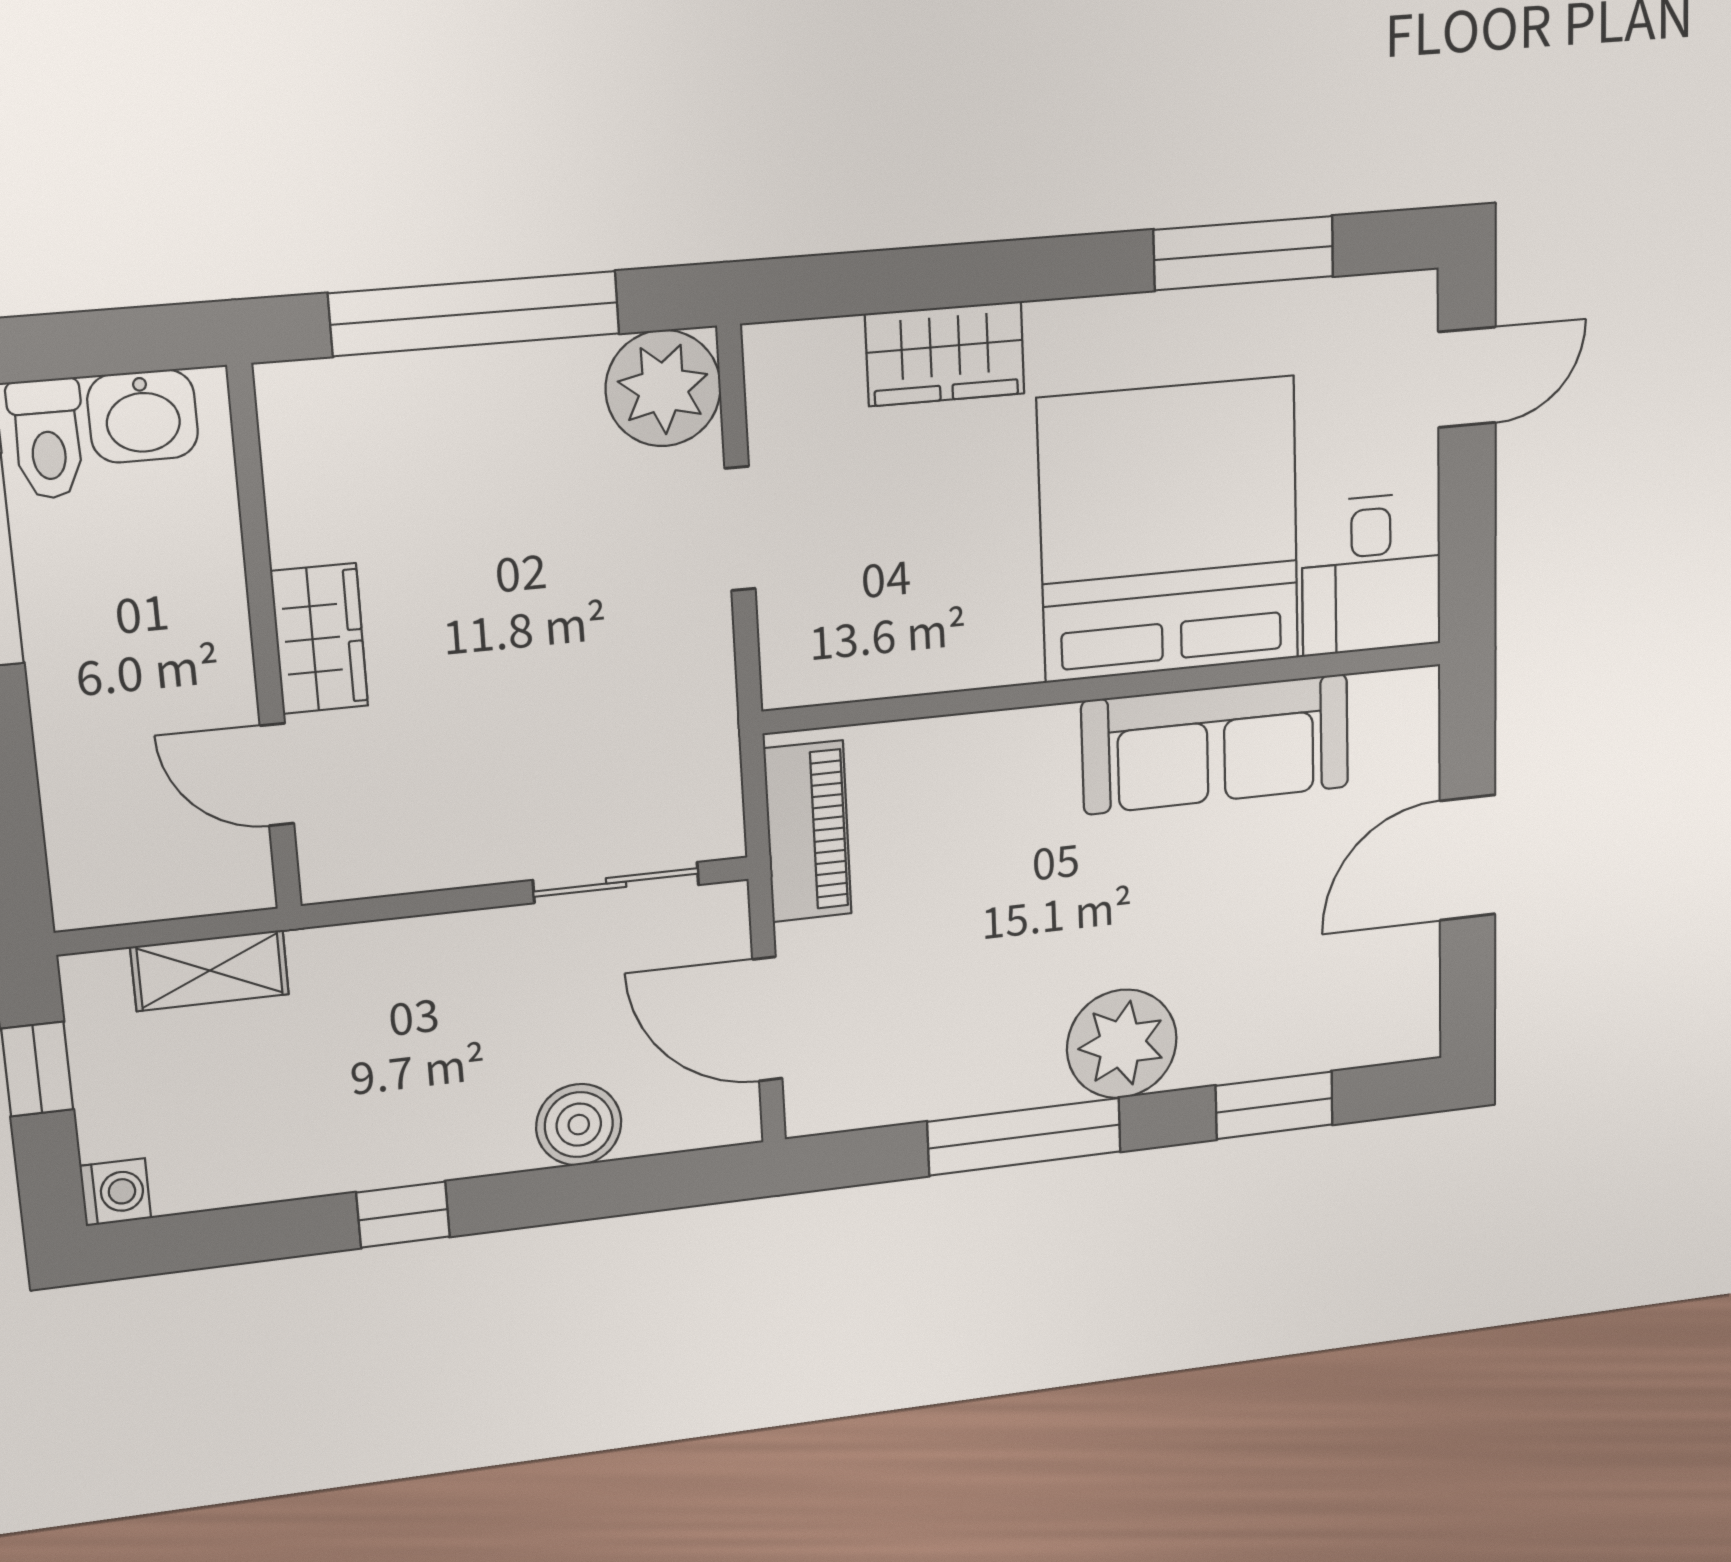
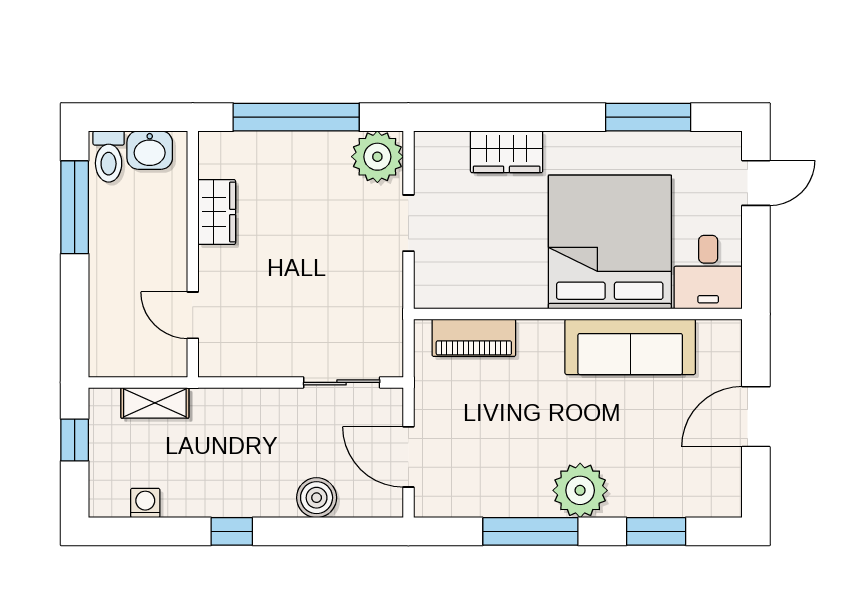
wardrobe: (319, 639) -> (217, 212), moved
piano: (808, 831) -> (474, 338), moved, turned 90
washing machine: (115, 1192) -> (145, 503), moved, turned -90

